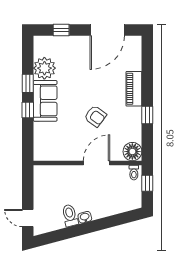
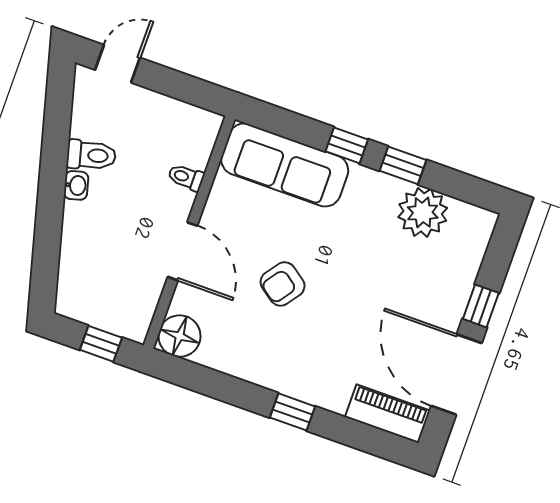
window: (61, 30) -> (481, 306), moved
piano: (134, 89) -> (388, 414), moved
sofa: (45, 101) -> (285, 165), moved, width x1.36
window: (147, 115) -> (292, 412), moved
toilet: (134, 173) -> (186, 177), moved

